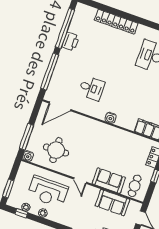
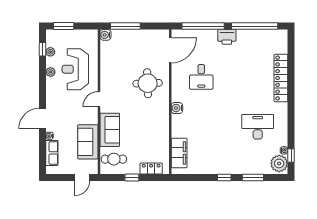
printer: (70, 41) -> (227, 37), moved
door: (60, 106) -> (170, 50), swing flipped
round table: (56, 150) -> (148, 83), moved

